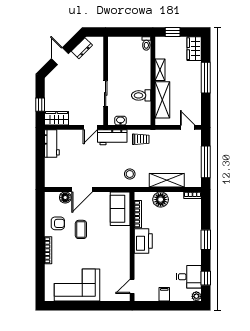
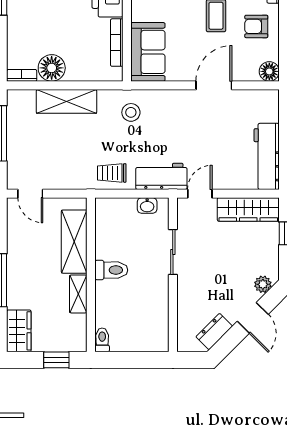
plant: (54, 75) -> (263, 284), added
toilet: (141, 95) -> (111, 270), moved
wardrobe: (57, 118) -> (248, 209), width x1.50
workbench: (52, 144) -> (267, 156), width x1.37
floor lamp: (65, 198) -> (269, 71), moved
floor lamp: (161, 200) -> (52, 68), moved

